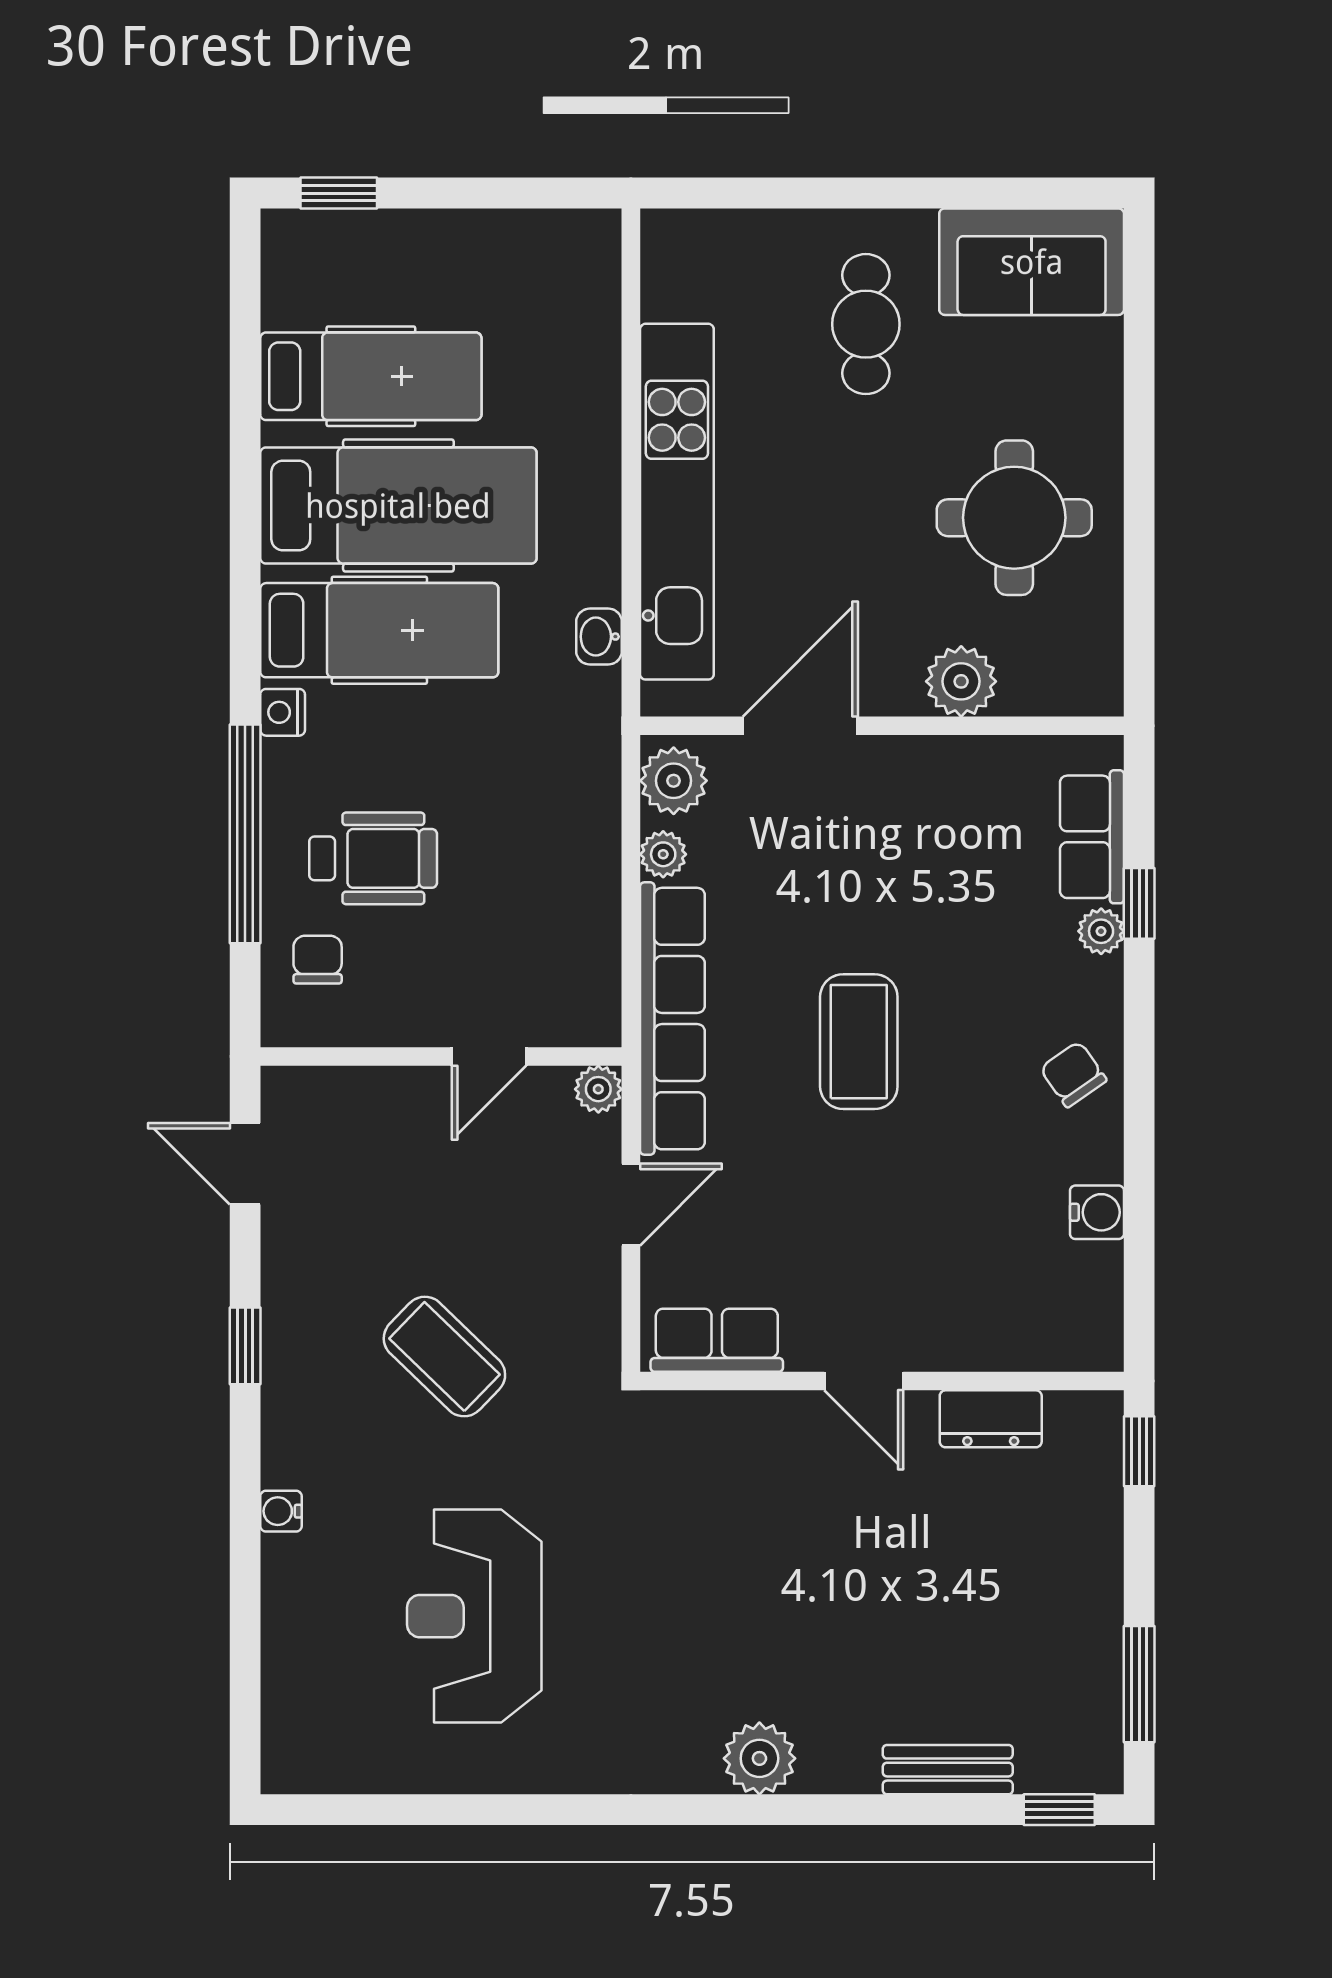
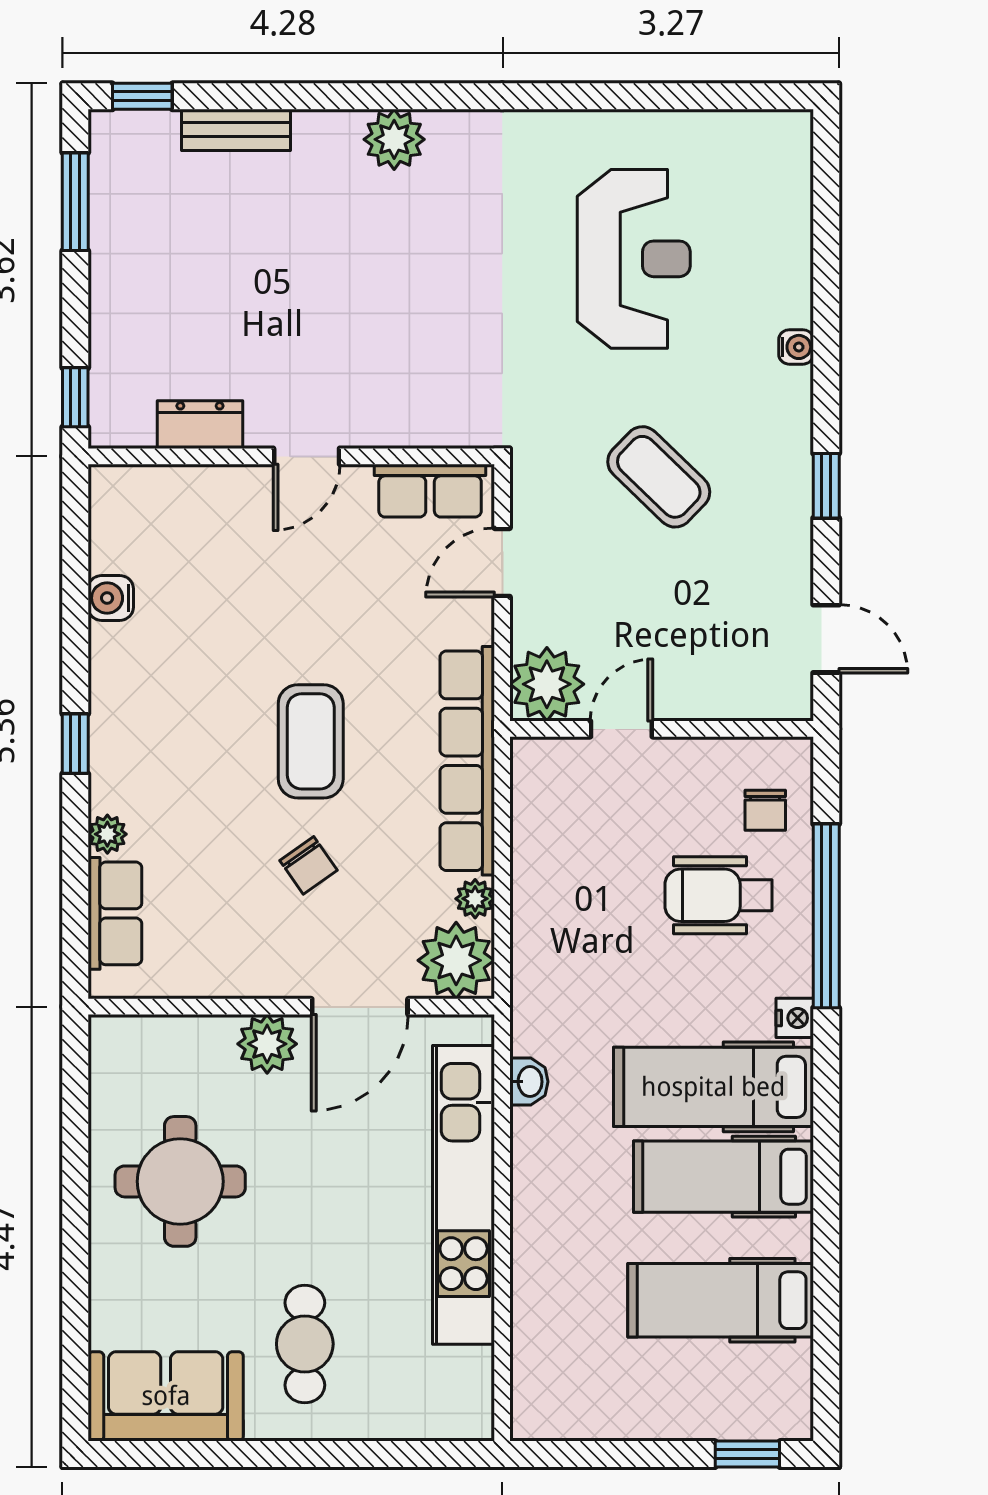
hospital bed: (398, 506) -> (723, 1177), width x0.73, depth x0.78
plant: (961, 681) -> (267, 1044), moved
plant: (674, 781) -> (456, 960), width x1.36, depth x1.36
window: (1139, 903) -> (75, 744), moved
chair: (1073, 1074) -> (309, 865), moved
plant: (598, 1089) -> (547, 684), width x1.87, depth x1.87
door: (631, 1205) -> (502, 562), moved
door: (864, 1381) -> (307, 456), swing flipped

